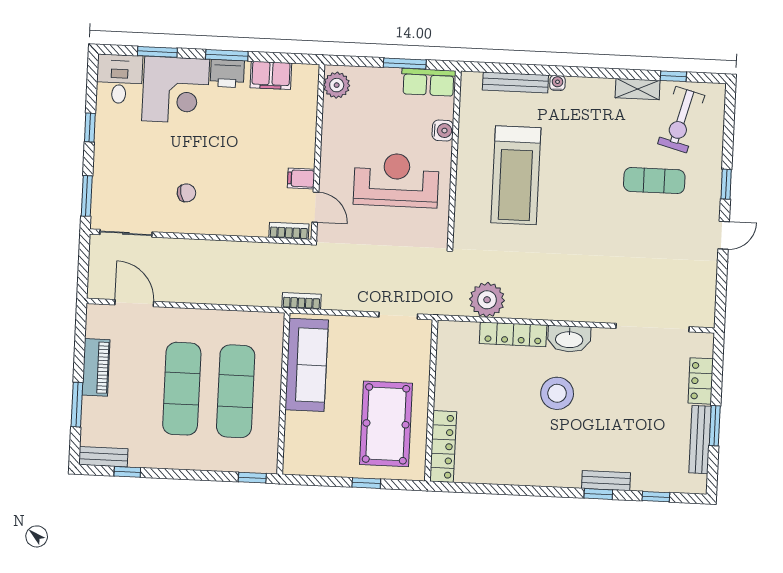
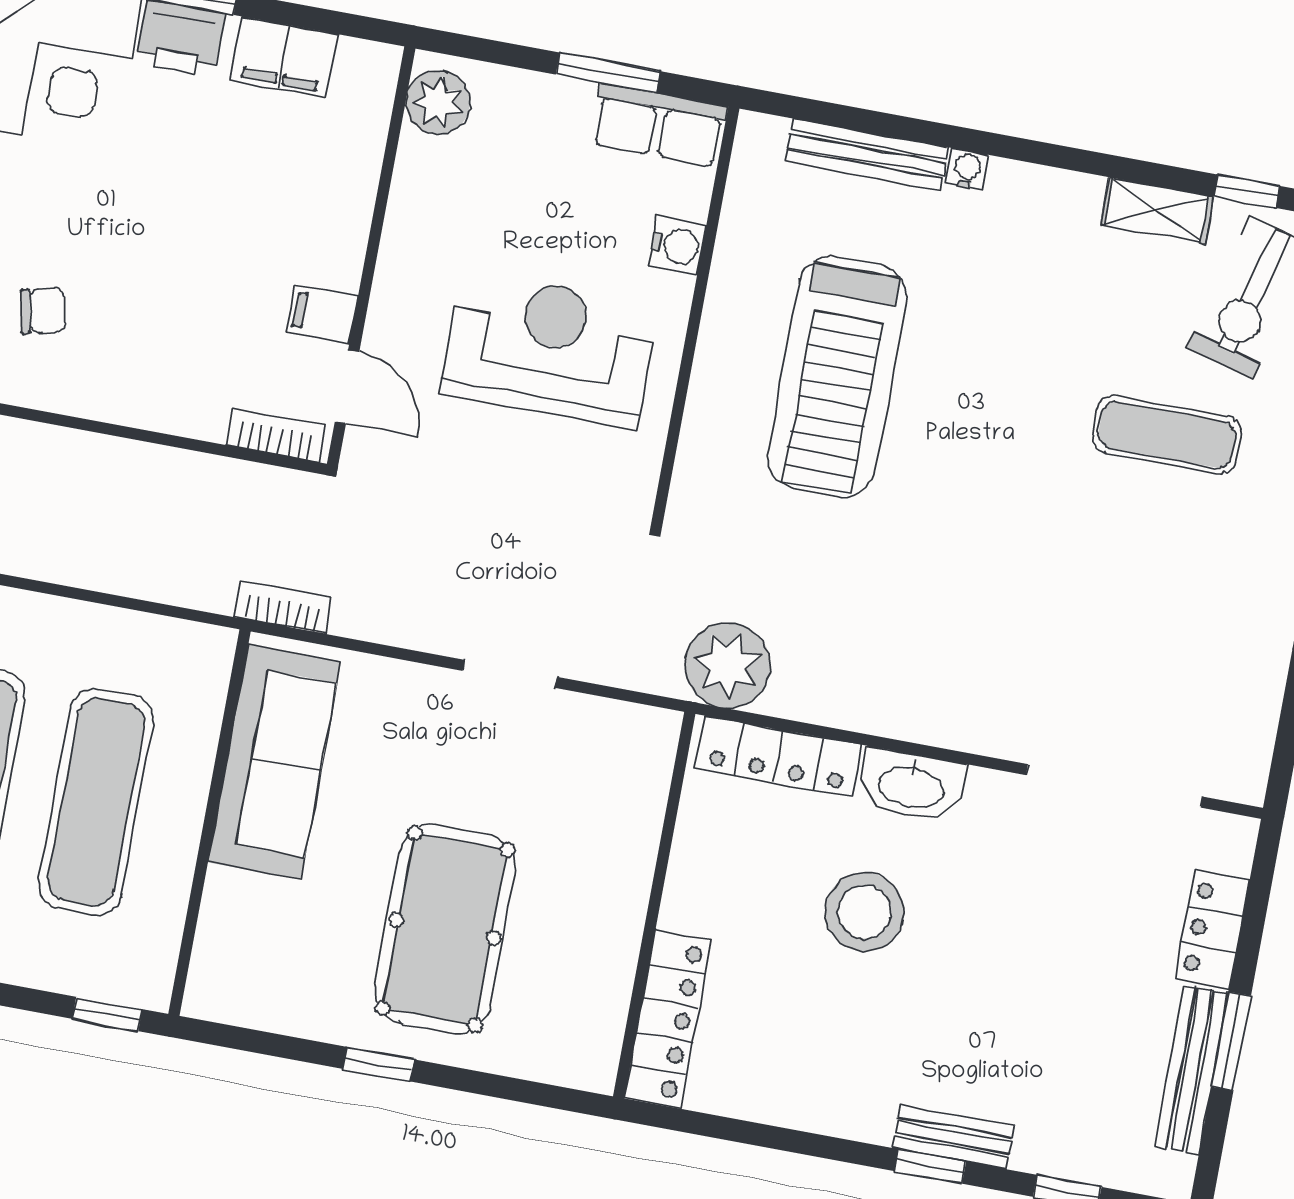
wall: (431, 400) -> (654, 905), moved
locker: (443, 446) -> (668, 1019), moved

